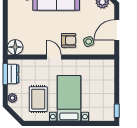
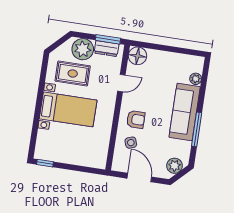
armchair: (69, 40) -> (136, 119), turned -90
door: (54, 57) -> (121, 83), moved
plant: (12, 98) -> (83, 49), width x1.88, depth x1.88

